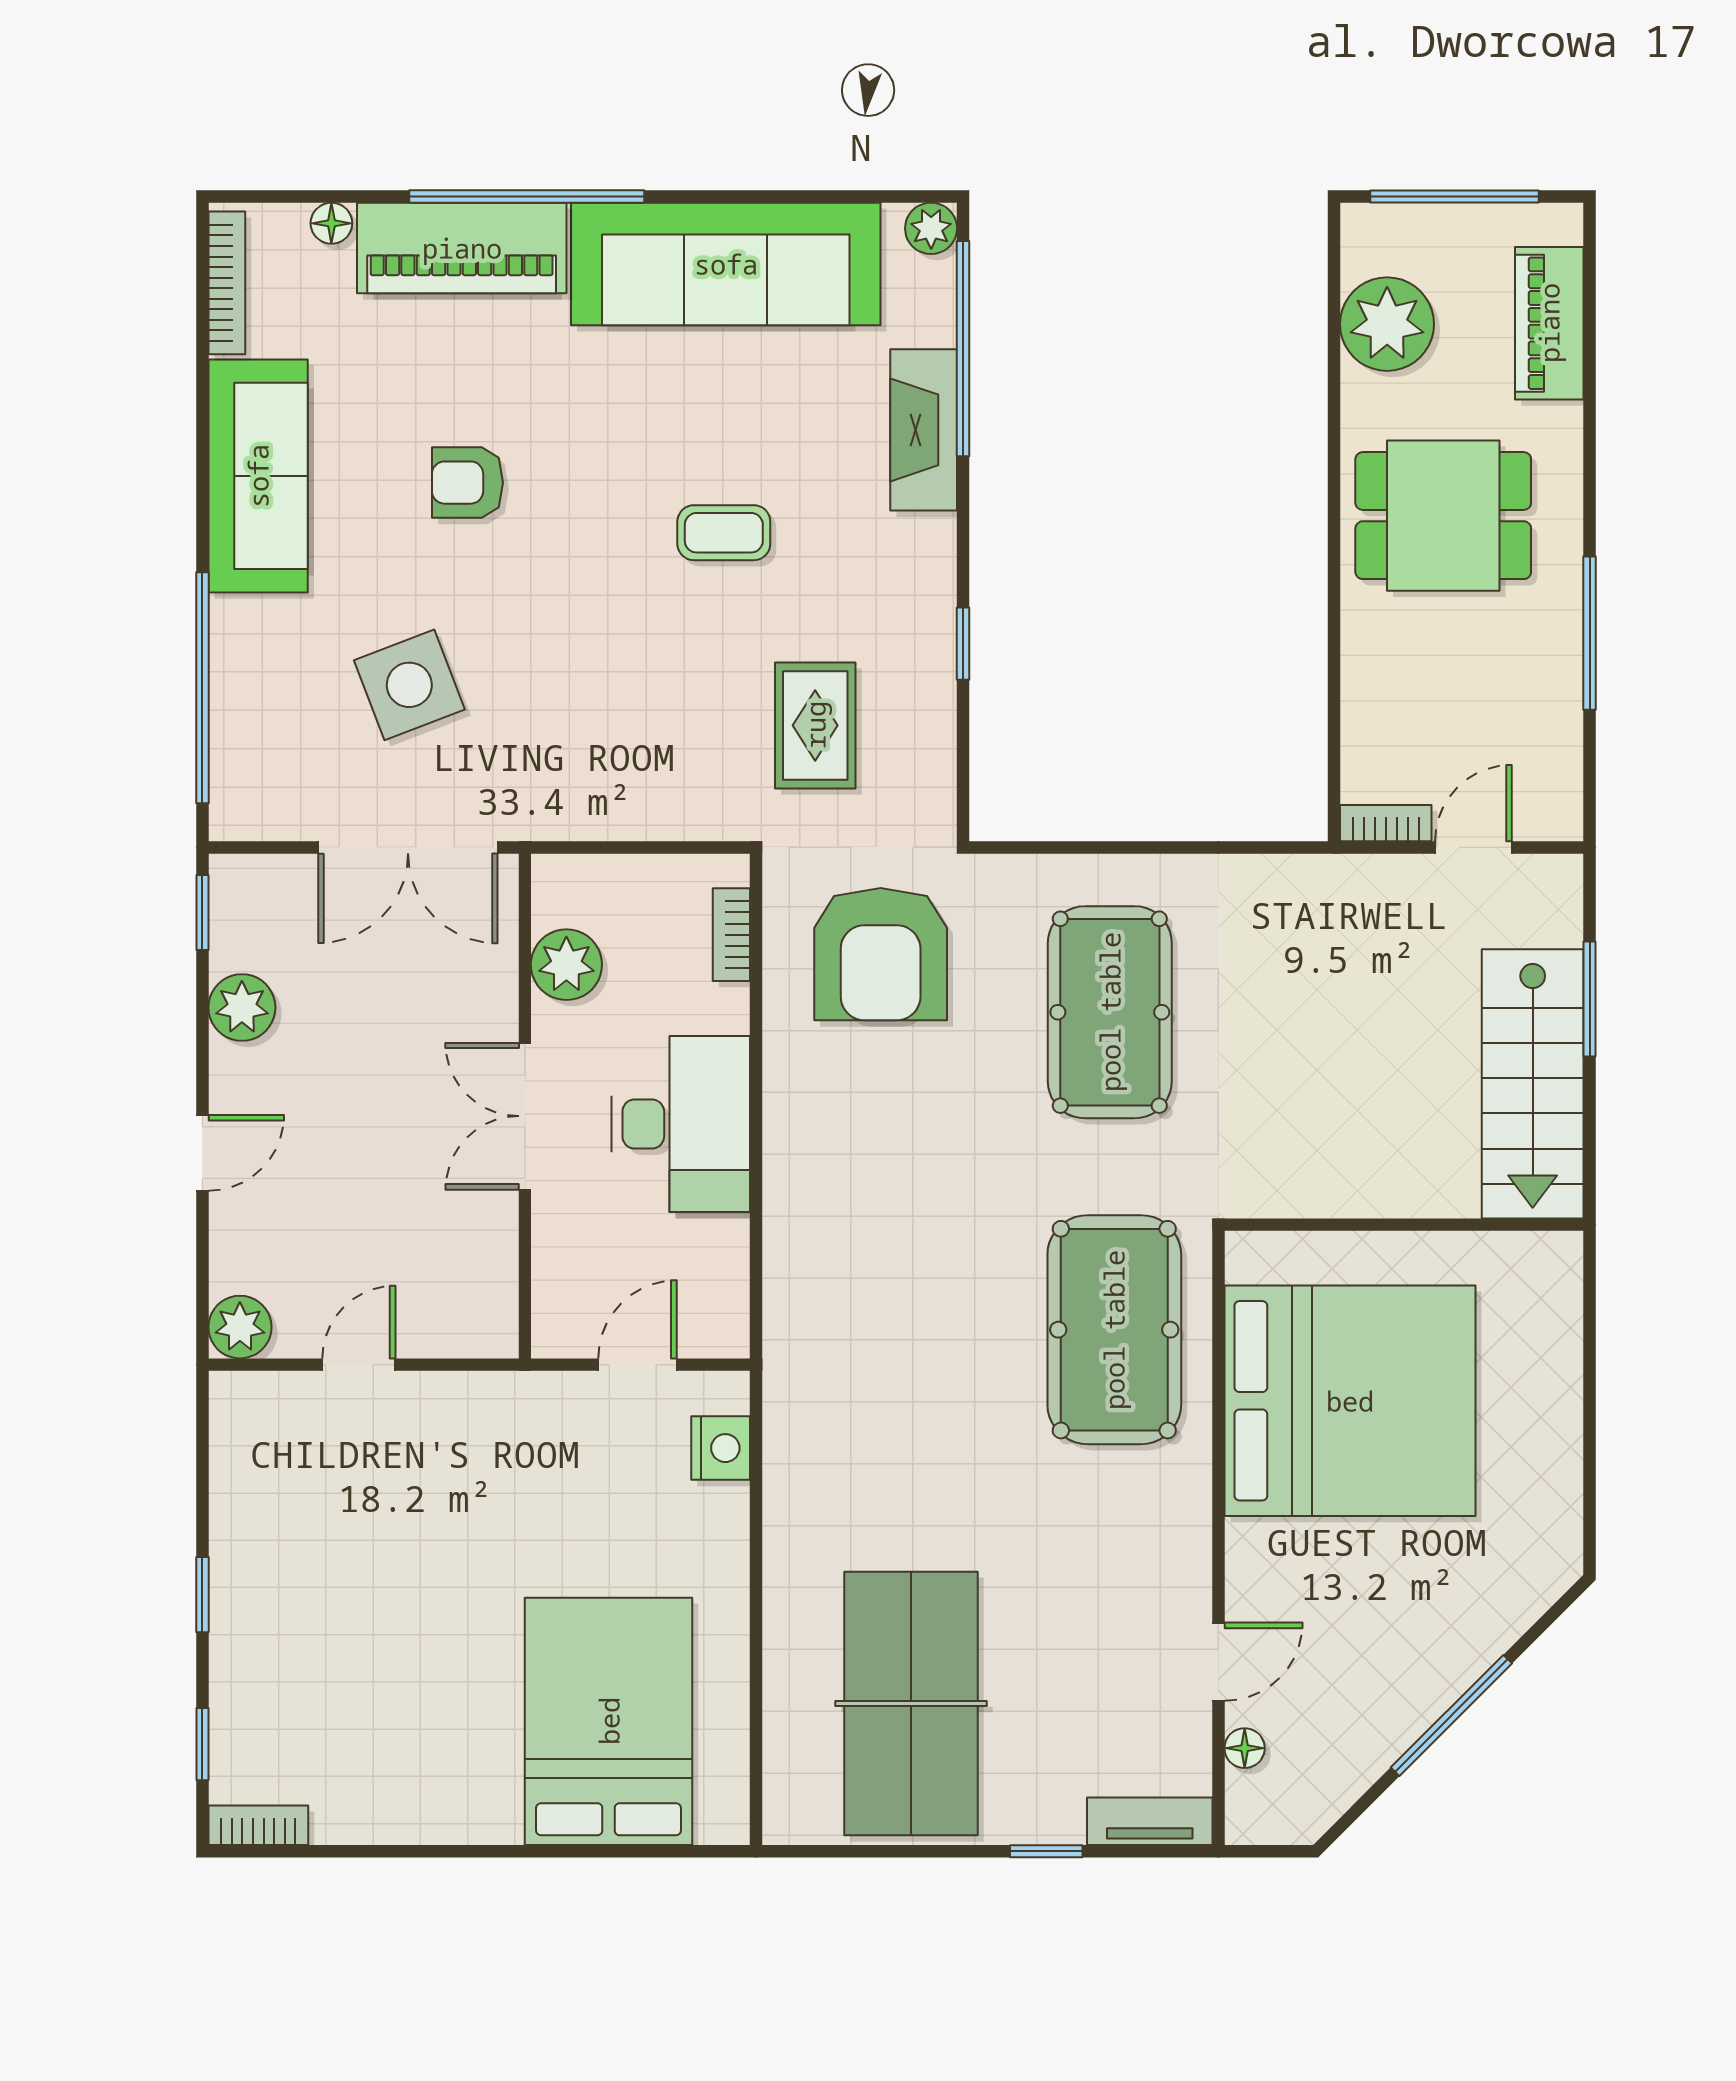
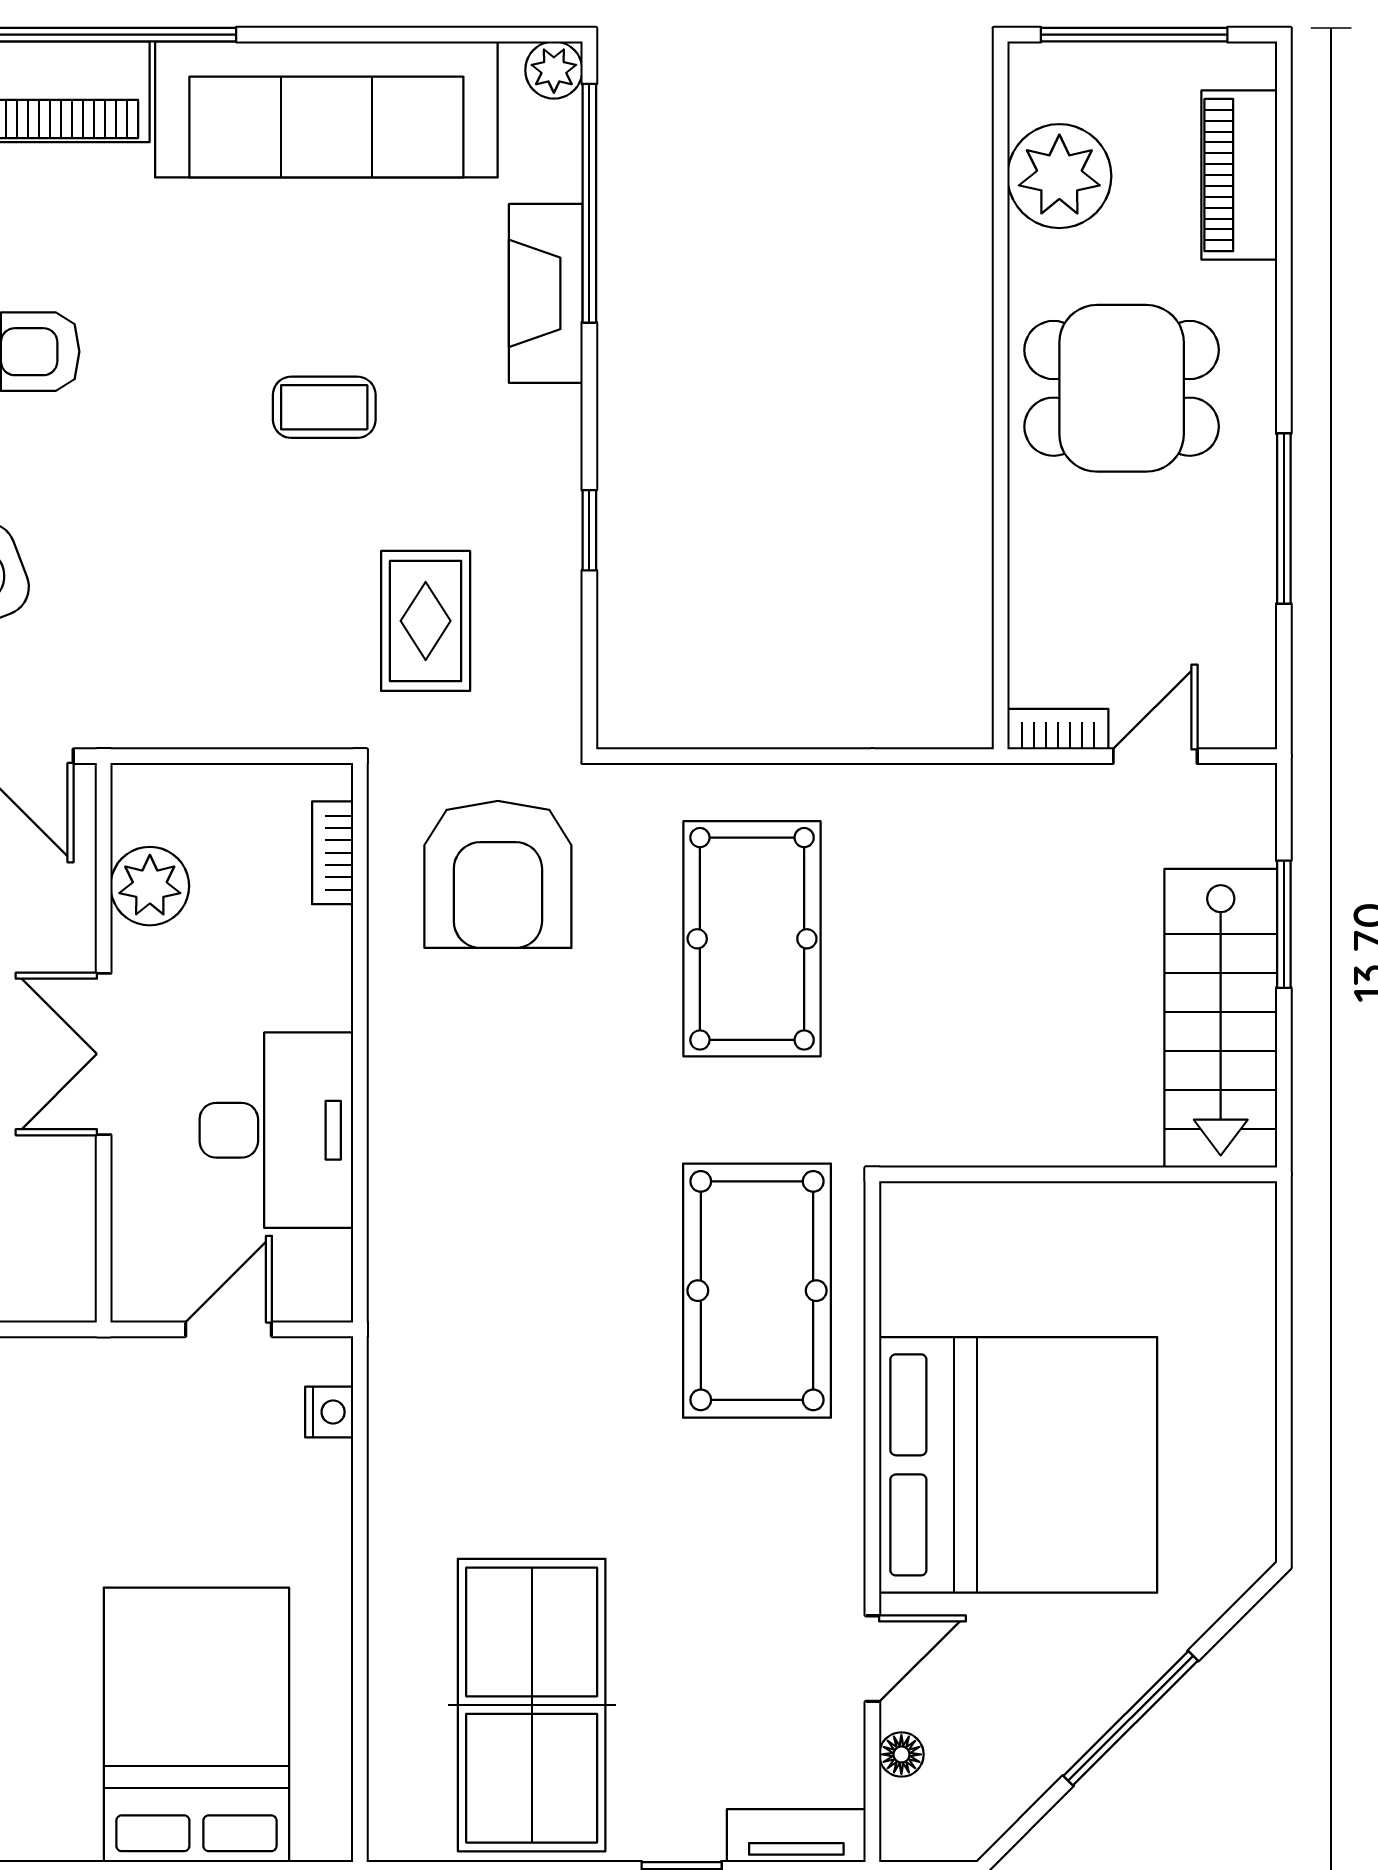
desk: (681, 1124) -> (276, 1130), moved
bed: (1350, 1401) -> (1018, 1465), moved
nightstand: (721, 1448) -> (329, 1412), width x0.72, depth x0.74

